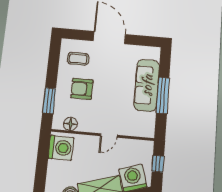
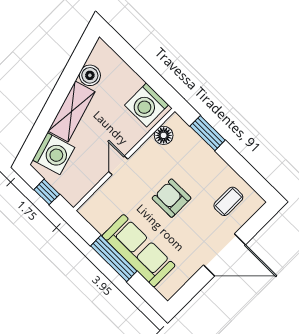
armchair: (82, 89) -> (172, 198), moved, turned -90

